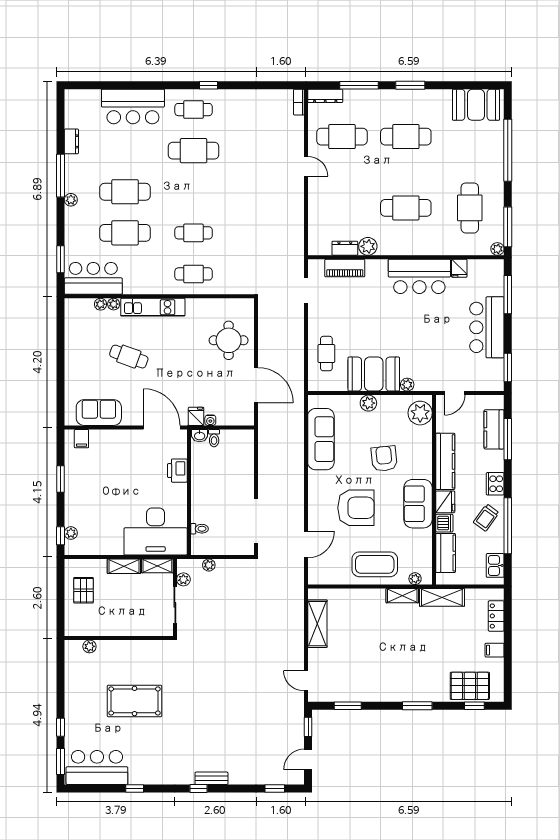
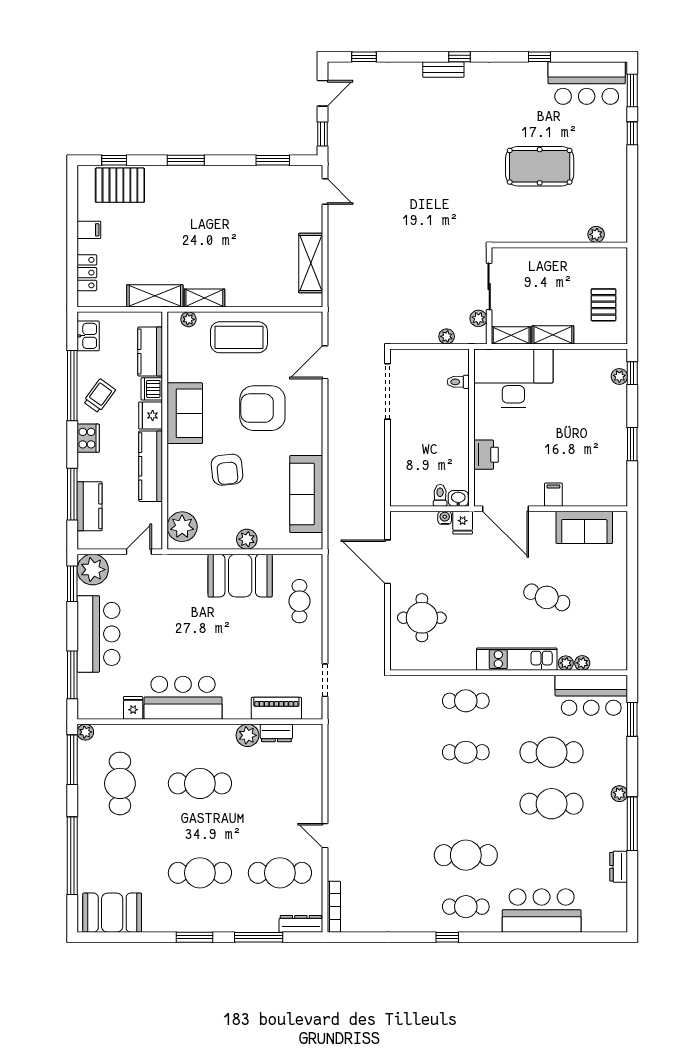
bookcase: (299, 102) -> (334, 907), width x1.56
plant: (407, 385) -> (93, 570), moved, width x1.88, depth x1.88
filing cabinet: (81, 439) -> (553, 495), moved

